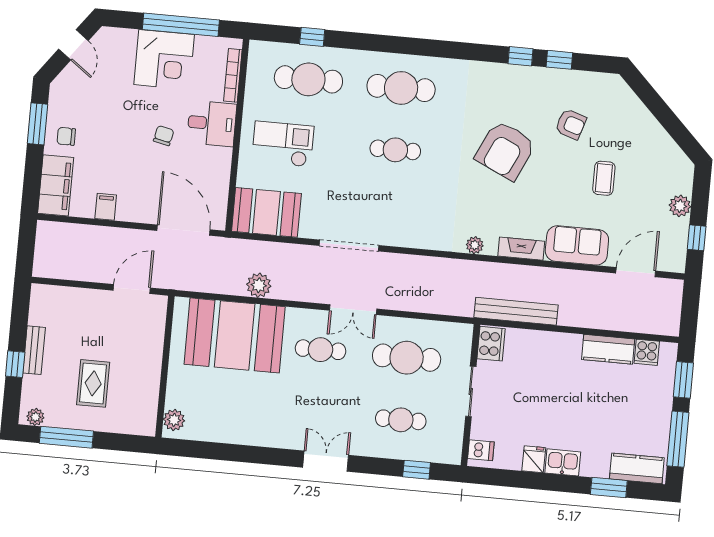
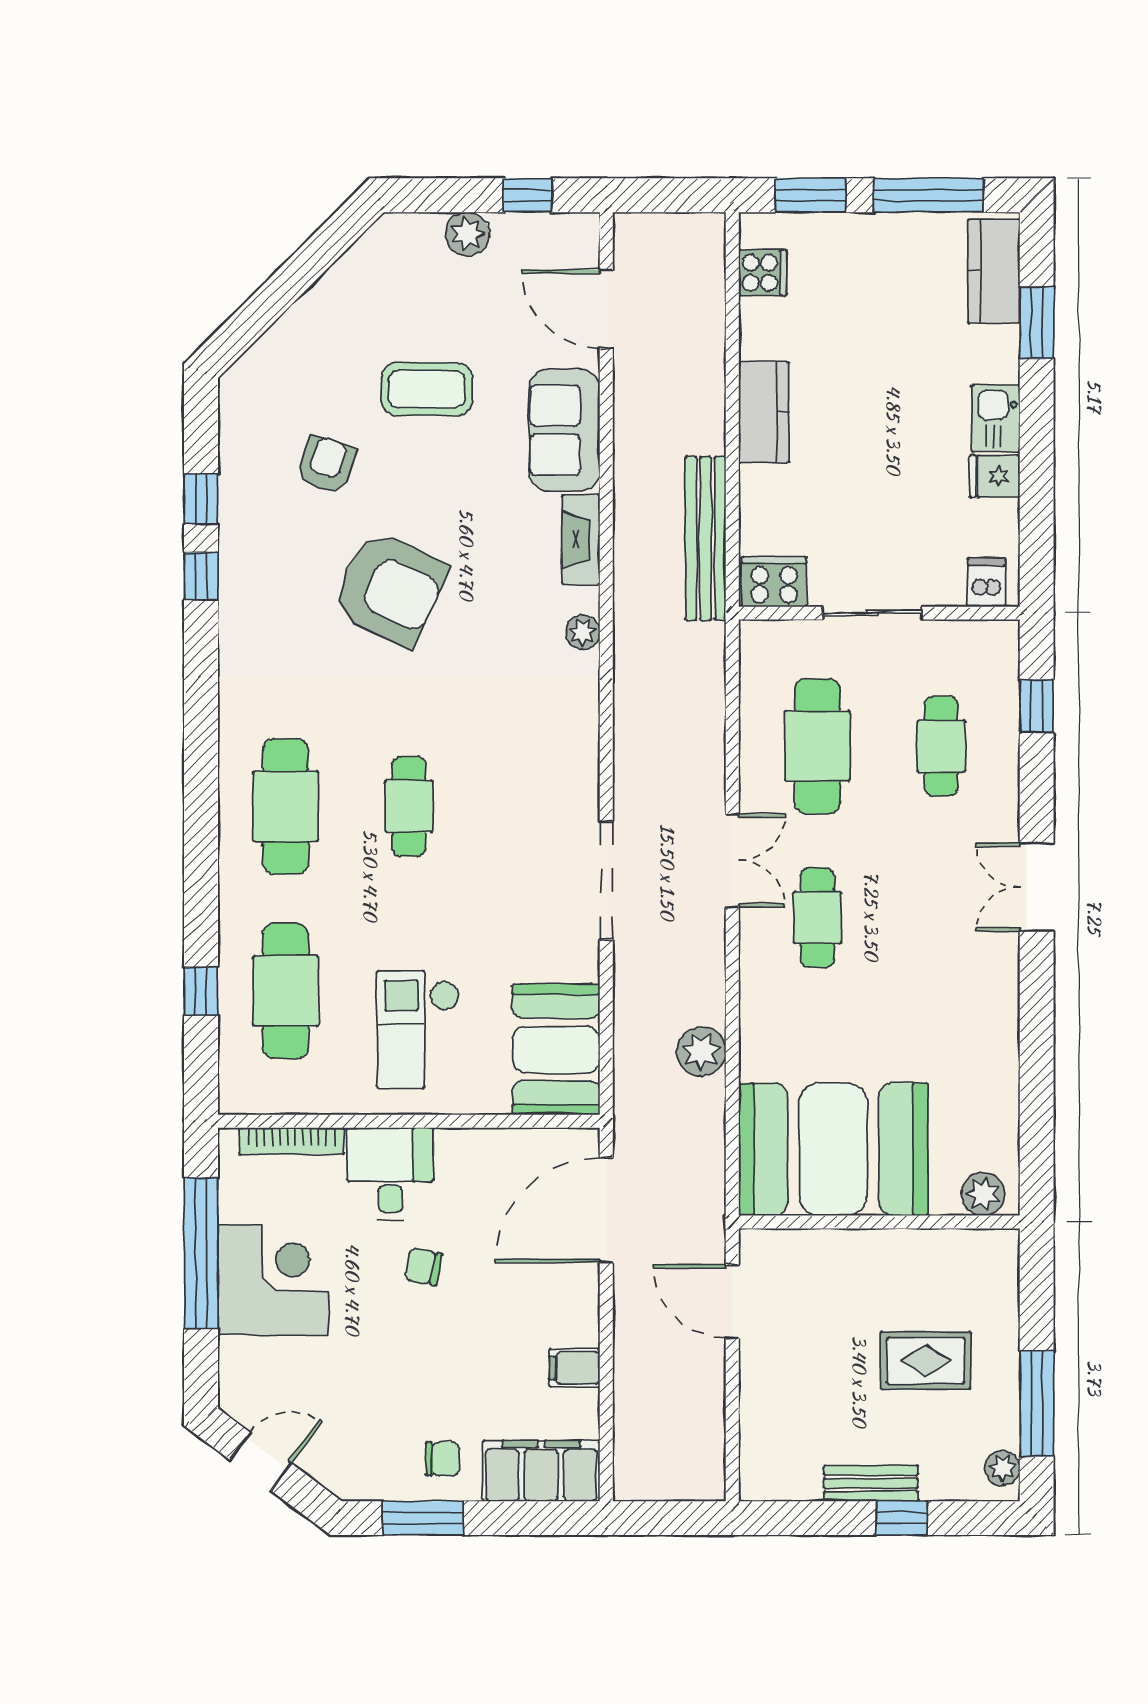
chair: (66, 136) -> (443, 1459), turned -90
coffee table: (604, 178) -> (427, 389), width x1.36, depth x1.30
booth: (235, 335) -> (833, 1149), moved, turned 90
kitchen counter: (608, 349) -> (764, 413), moved

